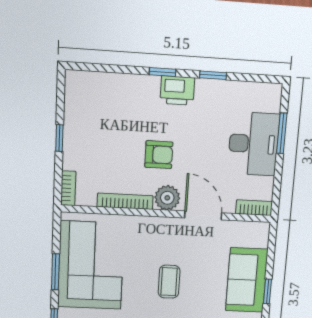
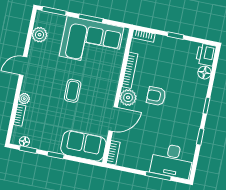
floor lamp: (110, 83) -> (204, 73), added
printer: (177, 90) -> (206, 55), moved
desk: (254, 144) -> (172, 161), moved
armchair: (159, 155) -> (156, 96), turned 90
sofa: (247, 280) -> (83, 146), moved
coffee table: (169, 282) -> (73, 91), turned 90

